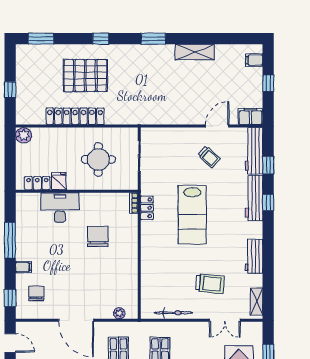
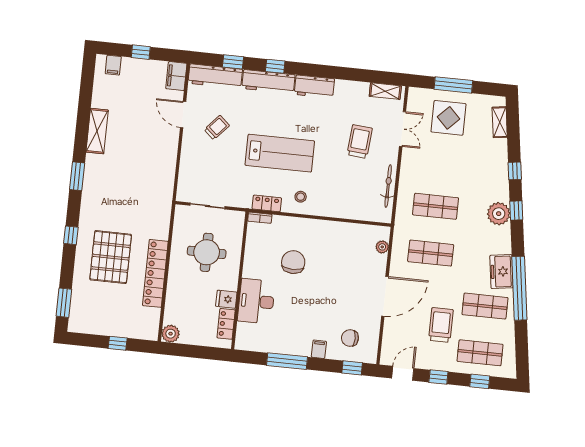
chair: (98, 236) -> (293, 262), turned 90
stool: (156, 237) -> (301, 197), added
workbench: (254, 256) -> (314, 87), moved

